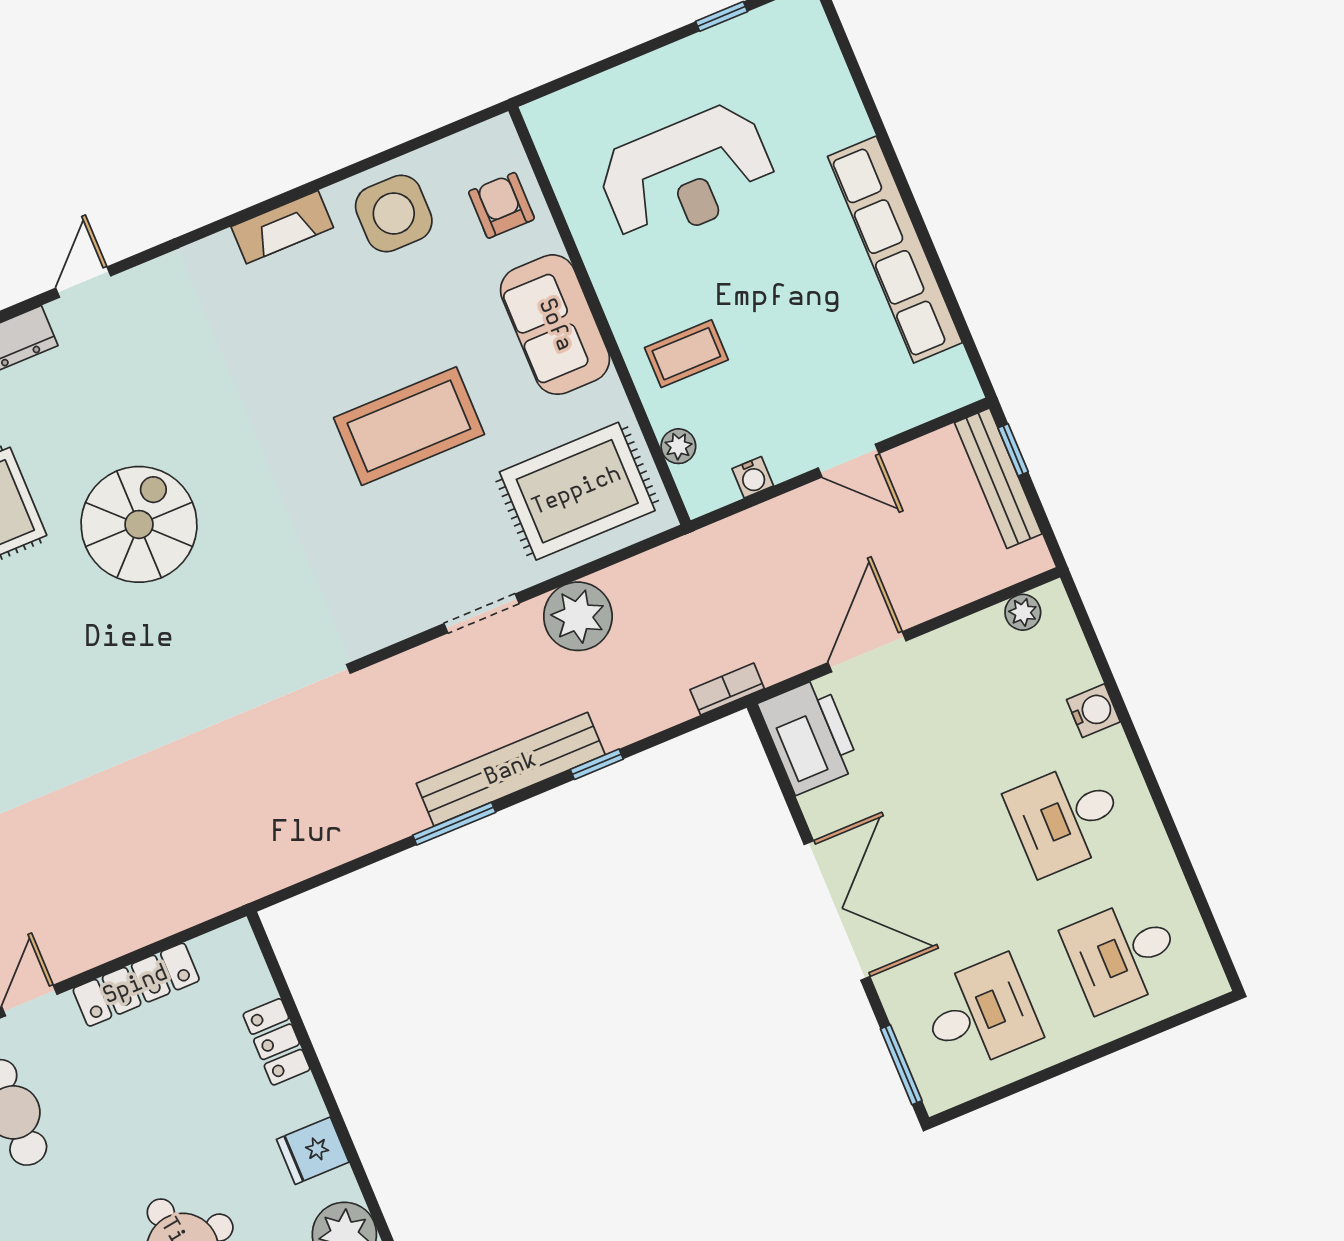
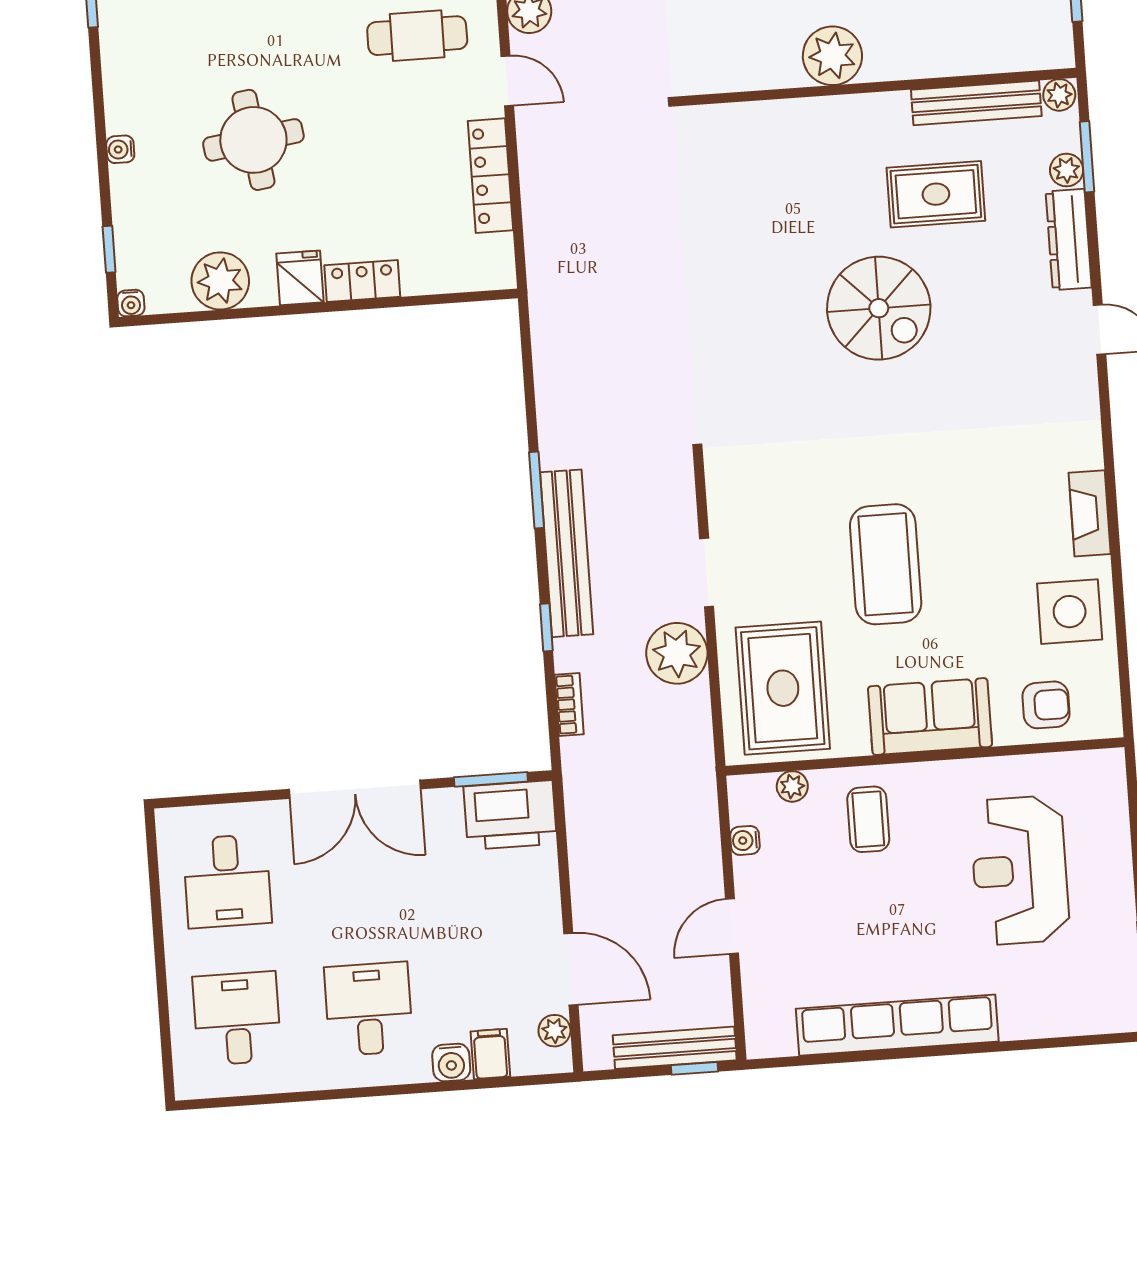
door: (867, 652) -> (571, 969), moved
filing cabinet: (1070, 672) -> (490, 1054), added
bookcase: (727, 689) -> (569, 704), moved
locker: (277, 1042) -> (362, 281), moved
window: (901, 1065) -> (491, 779), moved

